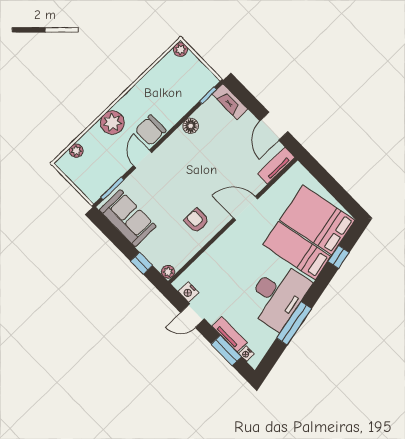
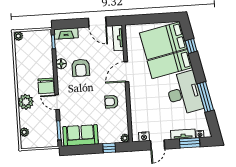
armchair: (205, 152) -> (81, 68), added

